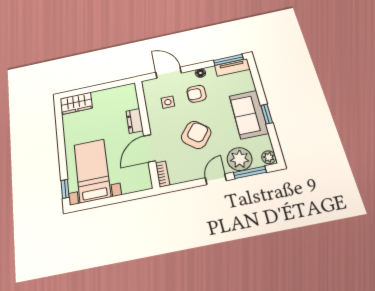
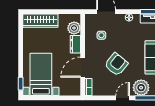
armchair: (197, 94) -> (123, 33), removed
plant: (129, 101) -> (74, 28), added
wardrobe: (76, 103) -> (40, 21), width x1.50

